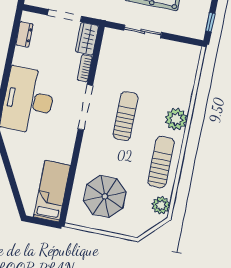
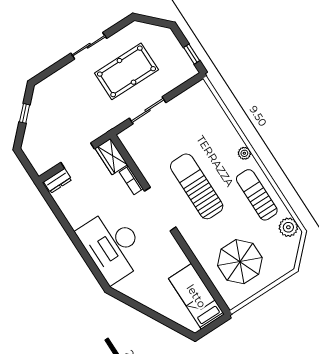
dresser: (24, 34) -> (58, 181), moved, turned 90
sun lounger: (125, 116) -> (197, 186), width x1.36, depth x1.34
plant: (176, 119) -> (244, 153), width x0.53, depth x0.53

